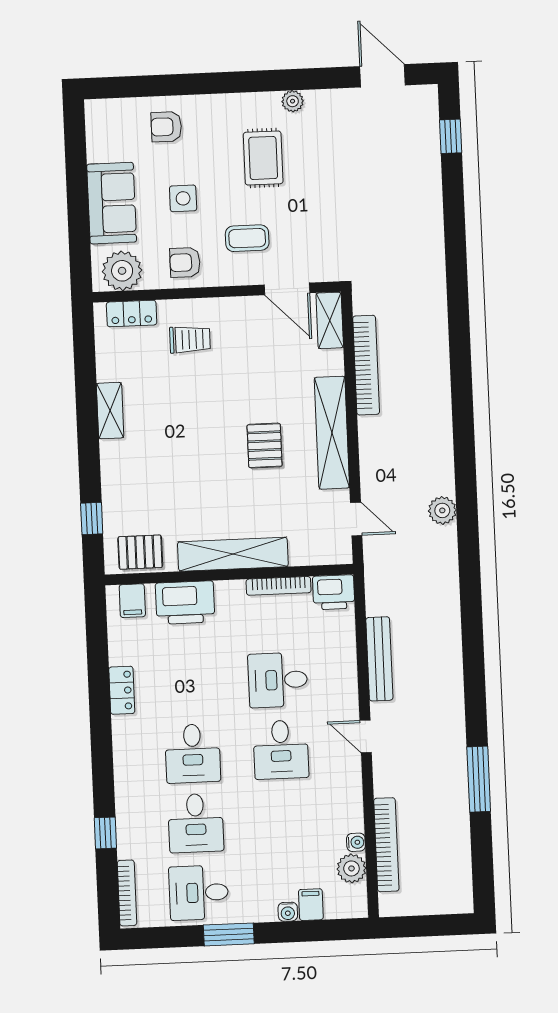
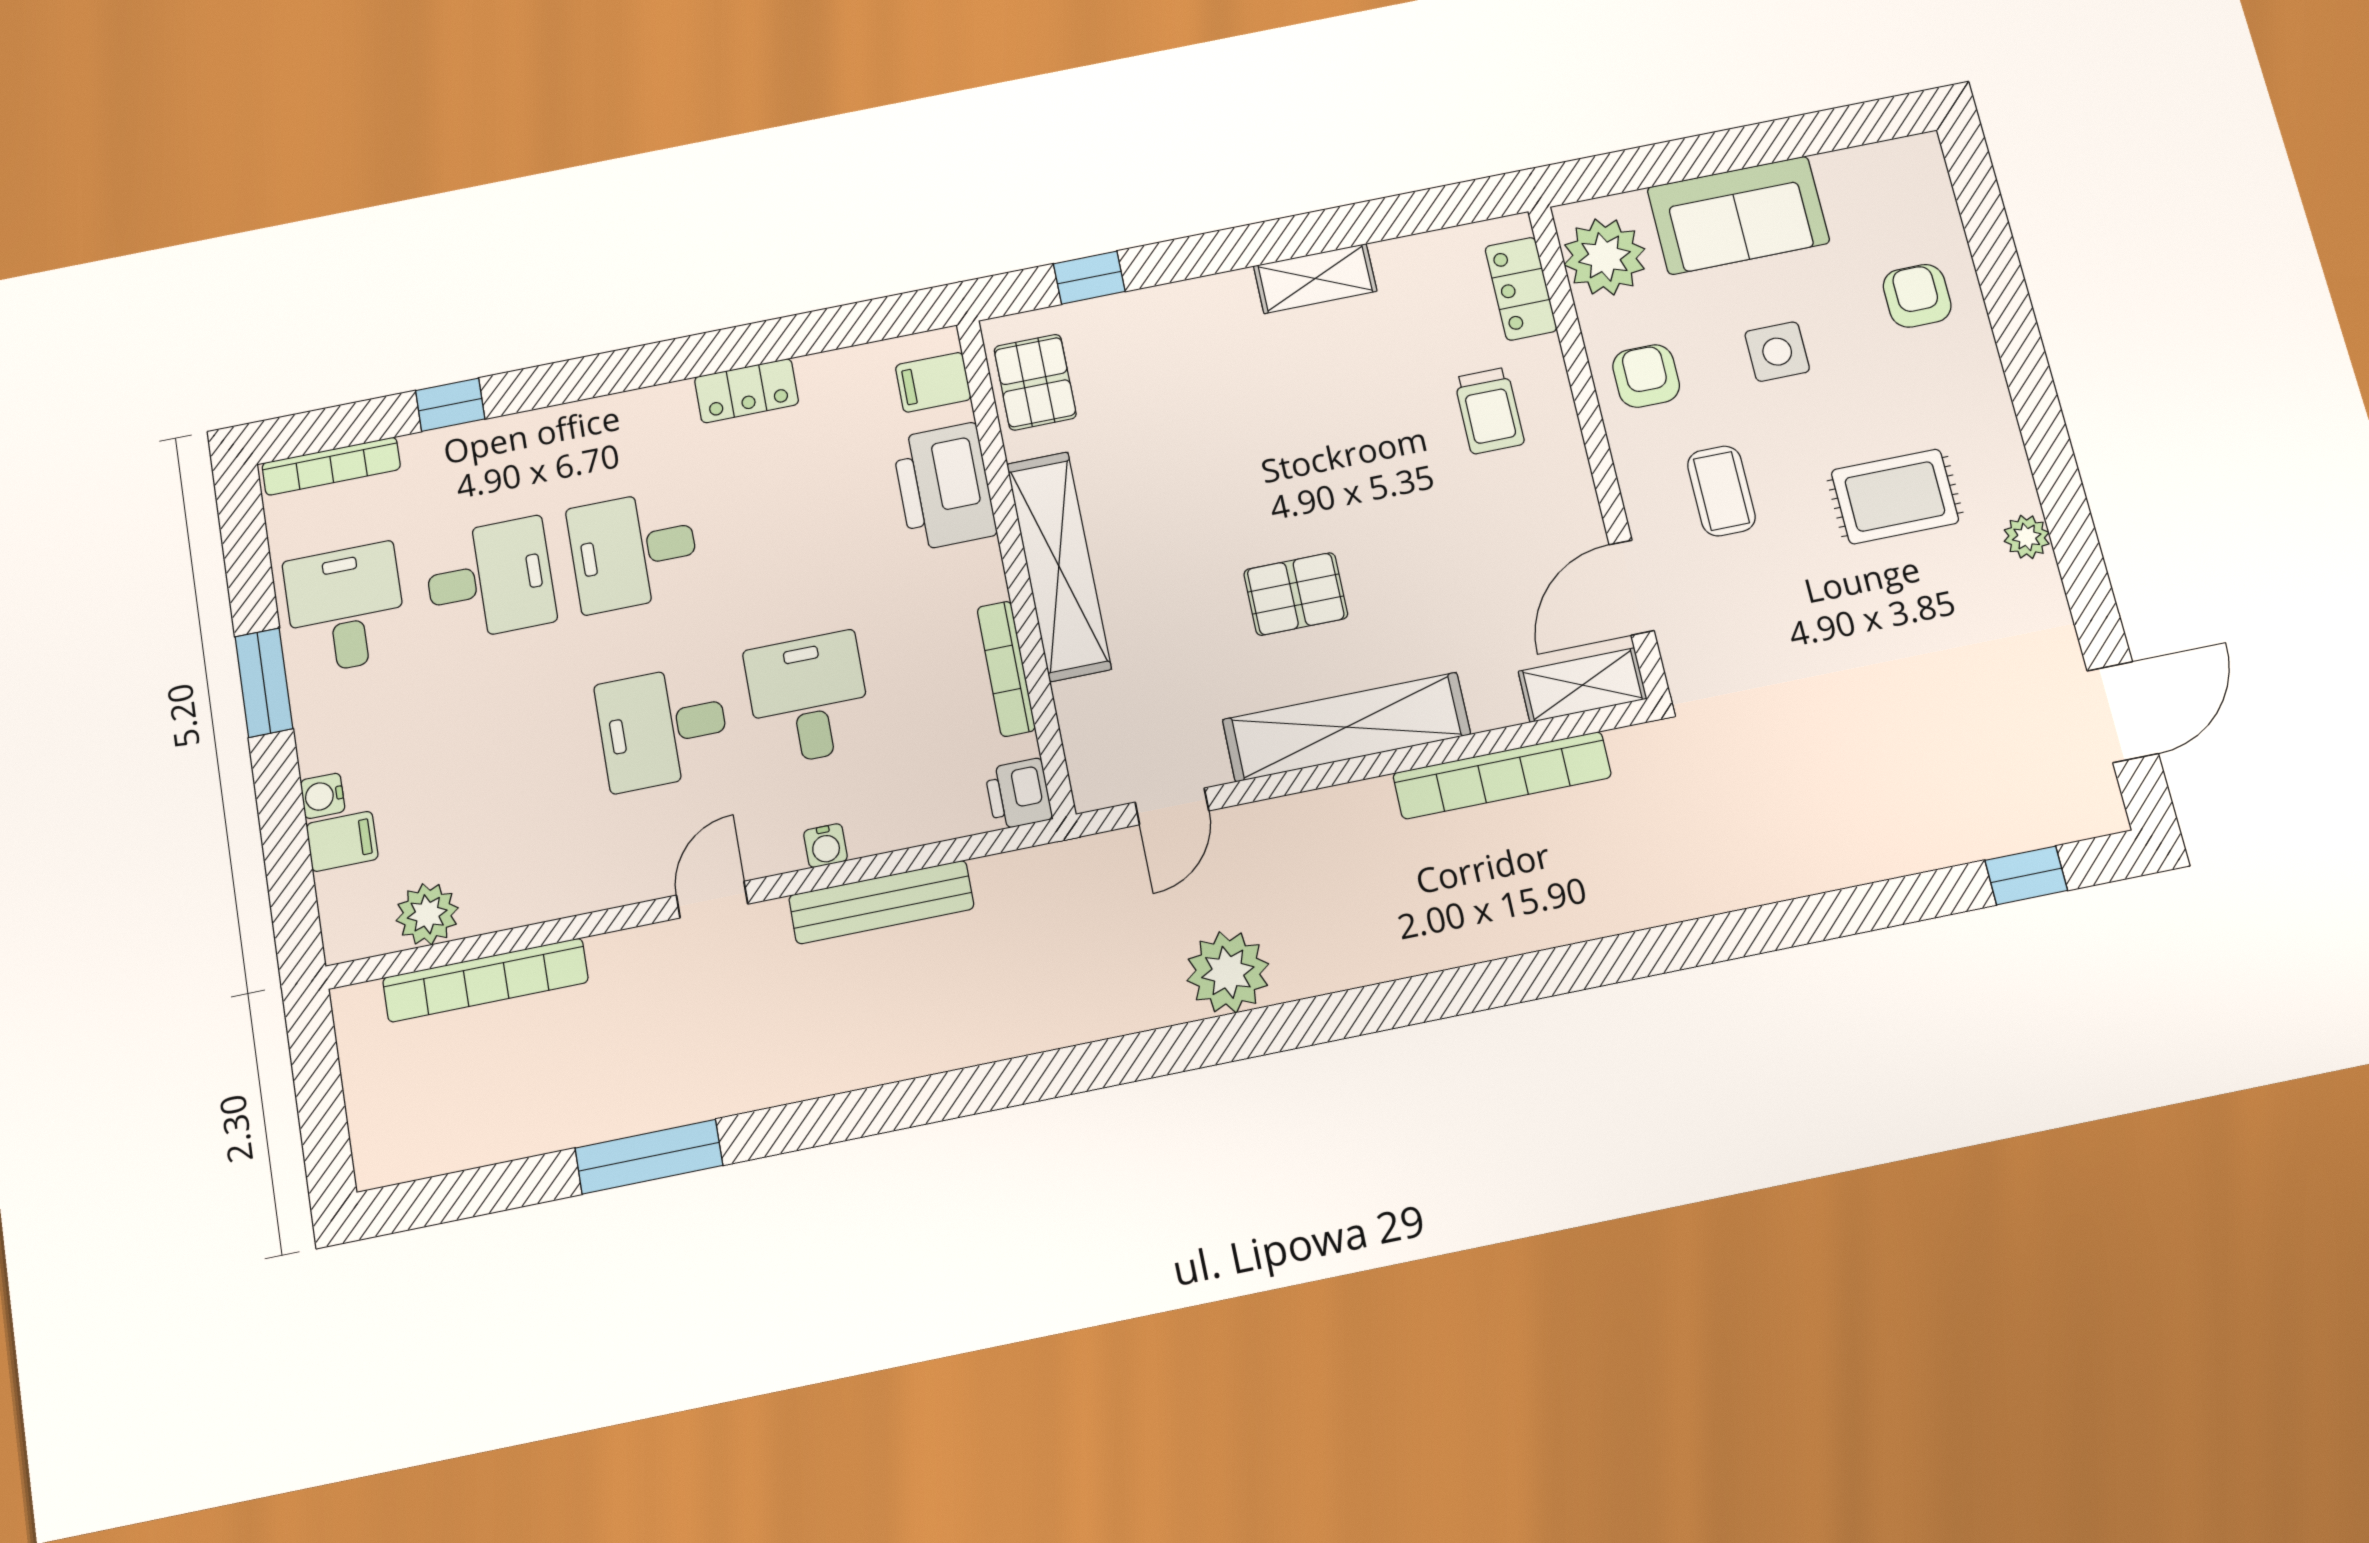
plant: (442, 510) -> (1228, 972), width x1.36, depth x1.36
printer: (334, 592) -> (1018, 794), width x0.73, depth x0.81
desk: (196, 823) -> (490, 580), turned 180
water cooler: (356, 842) -> (826, 846), moved

